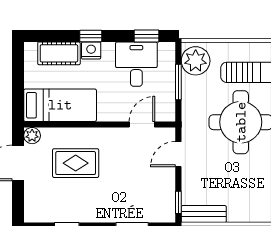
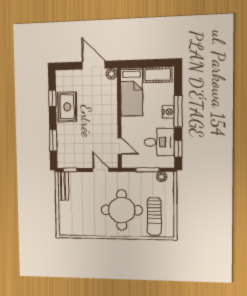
window: (91, 36) -> (178, 111), width x2.17
cot: (59, 53) -> (158, 75), moved, turned 90
plant: (196, 61) -> (162, 177), width x0.53, depth x0.53
rug: (76, 163) -> (67, 107), moved

